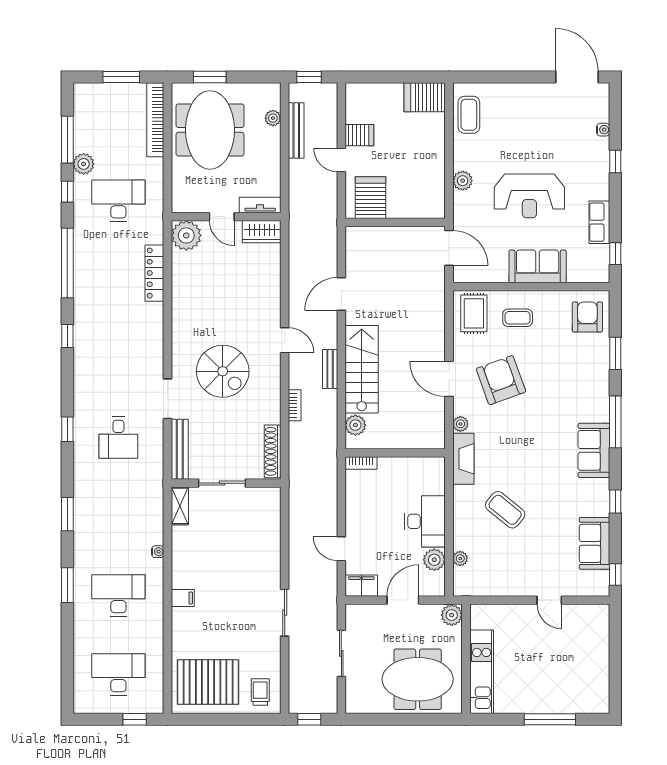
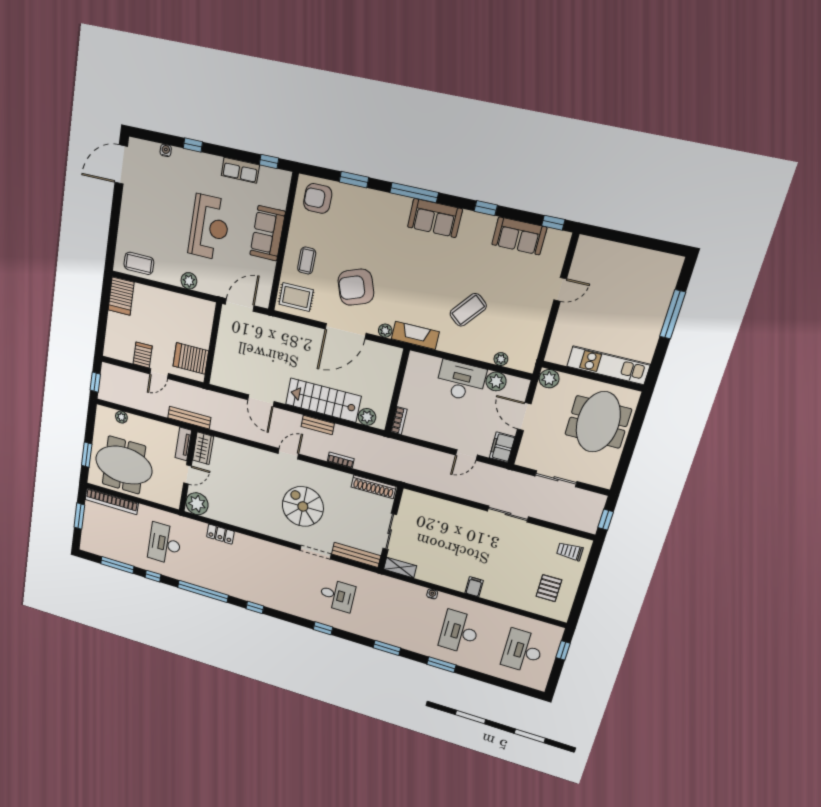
bench: (296, 131) -> (189, 418), moved
plant: (84, 164) -> (136, 559), removed
locker: (154, 273) -> (220, 534), width x0.66
spiral stairs: (223, 371) -> (303, 506), turned -90
door: (449, 379) -> (346, 331), width x1.36
pallet: (208, 682) -> (549, 588), width x0.49, depth x0.50

